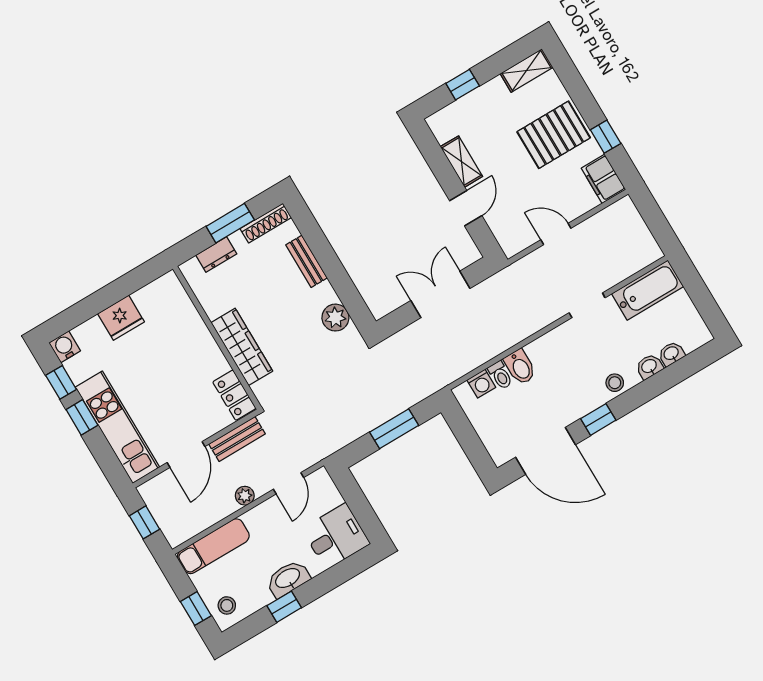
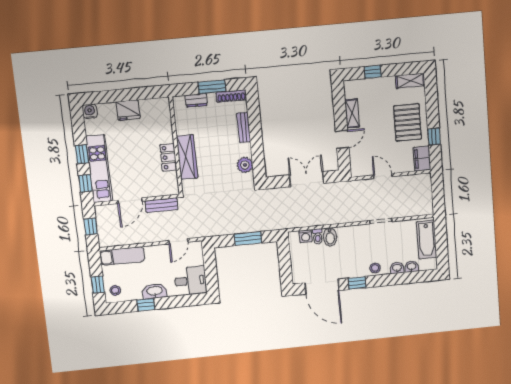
pallet: (554, 135) -> (408, 122), turned 90
bathtub: (648, 290) -> (427, 240), moved, turned 90
window: (61, 382) -> (85, 183), moved
locker: (234, 395) -> (168, 157), moved
plant: (245, 496) -> (152, 237), removed

